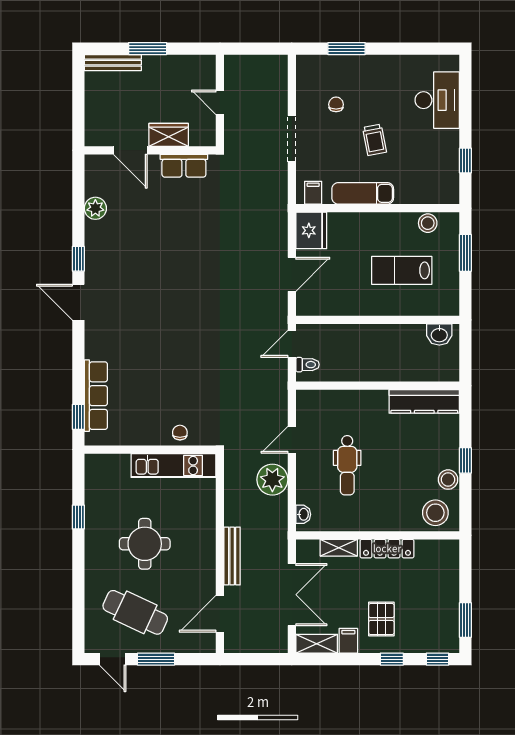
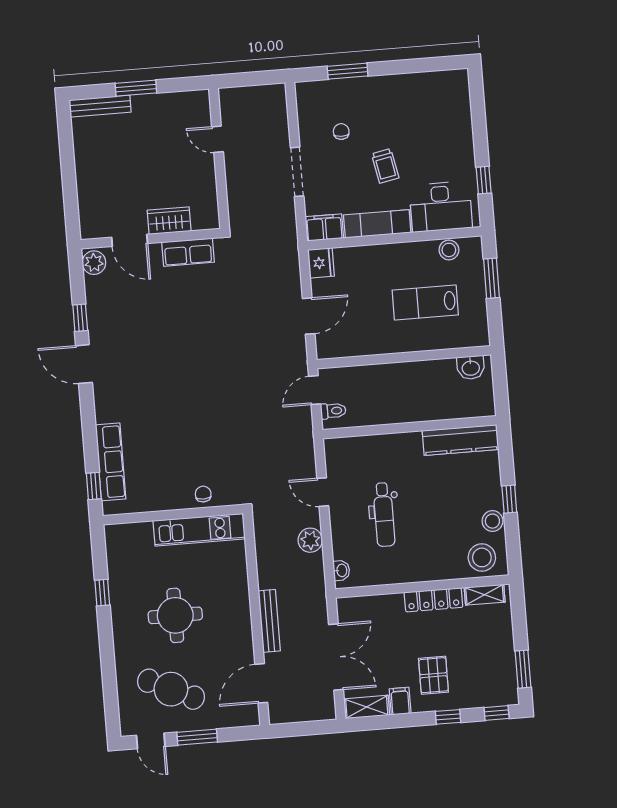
desk: (437, 100) -> (441, 207), moved, turned 90
wardrobe: (169, 135) -> (169, 221), moved
door: (130, 150) -> (130, 240), moved
wall: (150, 150) -> (151, 239), moved
row of seats: (184, 166) -> (188, 252), moved
filing cabinet: (313, 193) -> (324, 227), width x2.00
fridge: (311, 230) -> (321, 263), width x0.73, depth x0.75
door: (292, 440) -> (323, 492), hinge flipped
plant: (272, 480) -> (310, 540), width x0.73, depth x0.73
shelving: (339, 548) -> (485, 595), moved

